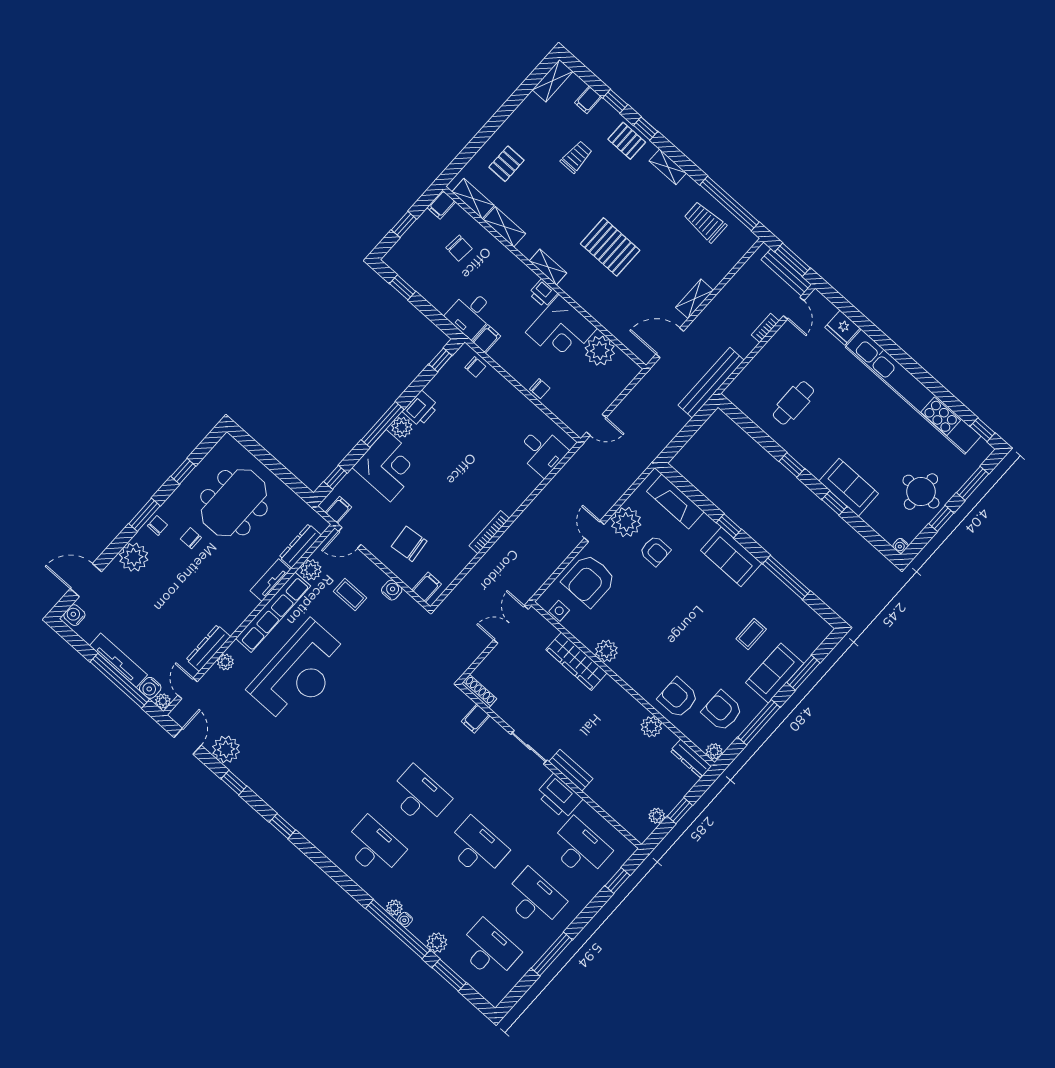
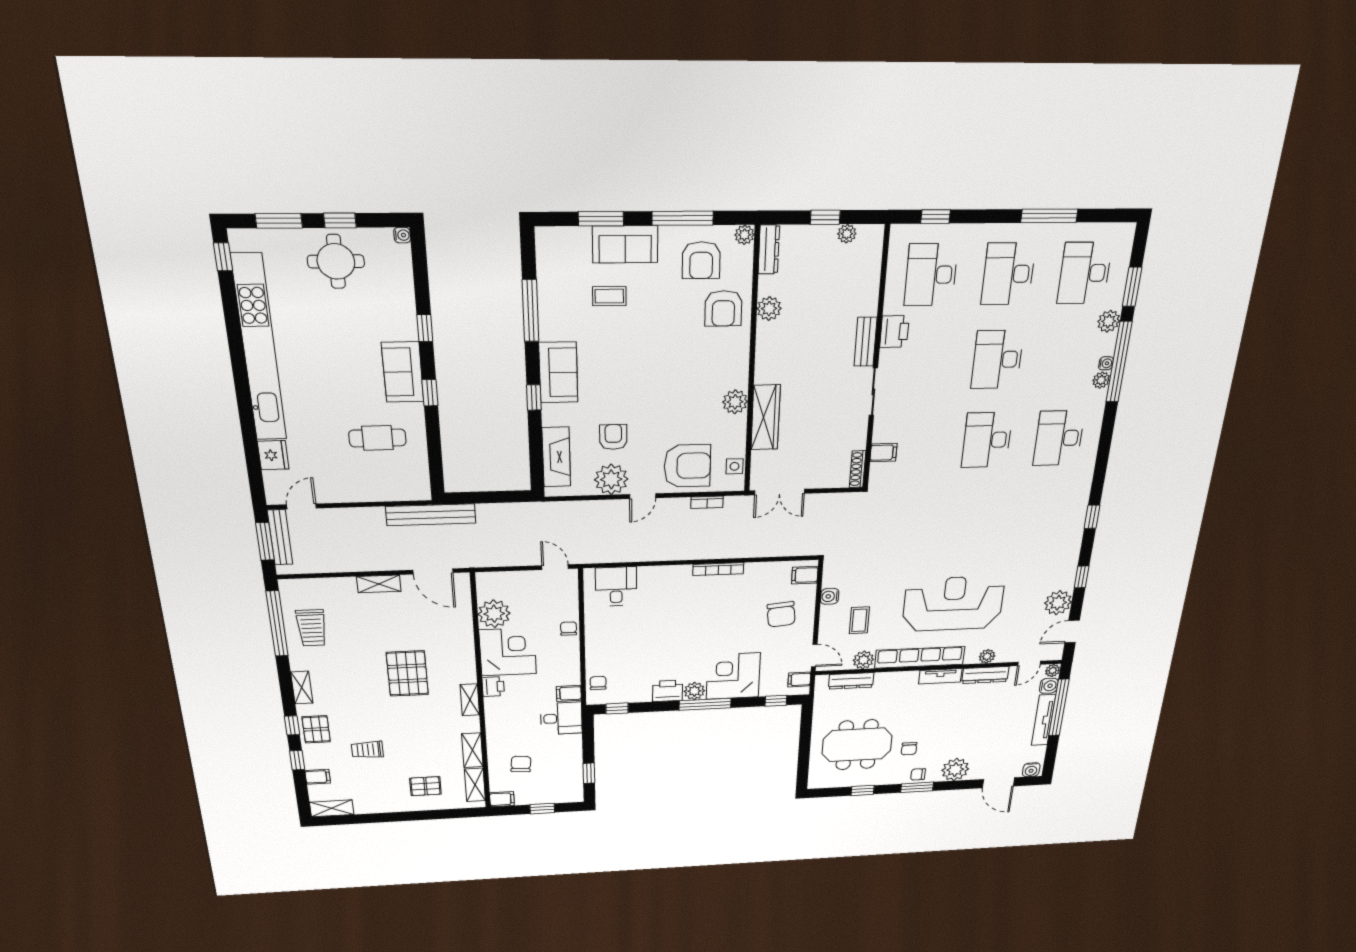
bookcase: (765, 328) -> (707, 502), moved
sofa: (849, 487) -> (403, 372), moved
tv unit: (270, 580) -> (940, 676), moved
printer: (559, 796) -> (894, 332), width x0.73, depth x0.84

